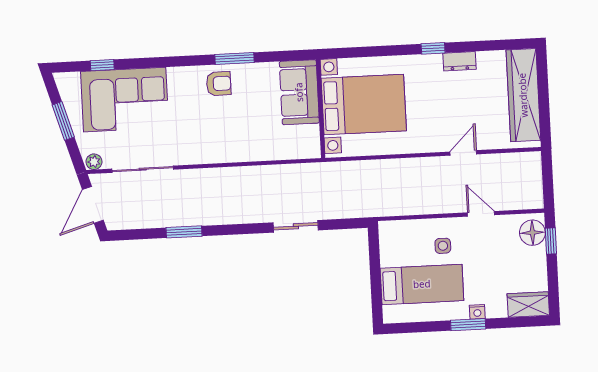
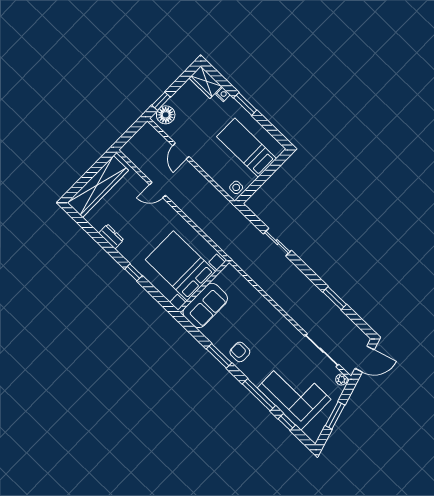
window: (433, 48) -> (133, 272), moved
window: (157, 62) -> (259, 395), added
side table: (443, 246) -> (236, 187), moved
nightstand: (477, 312) -> (223, 95), moved

